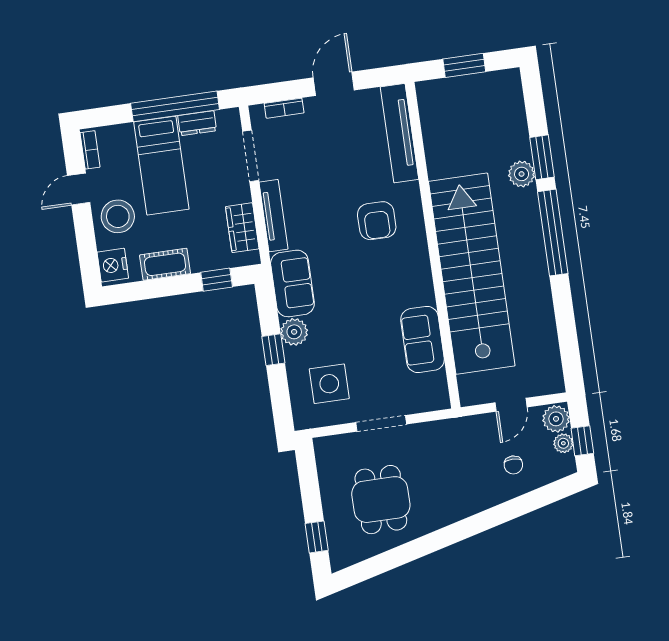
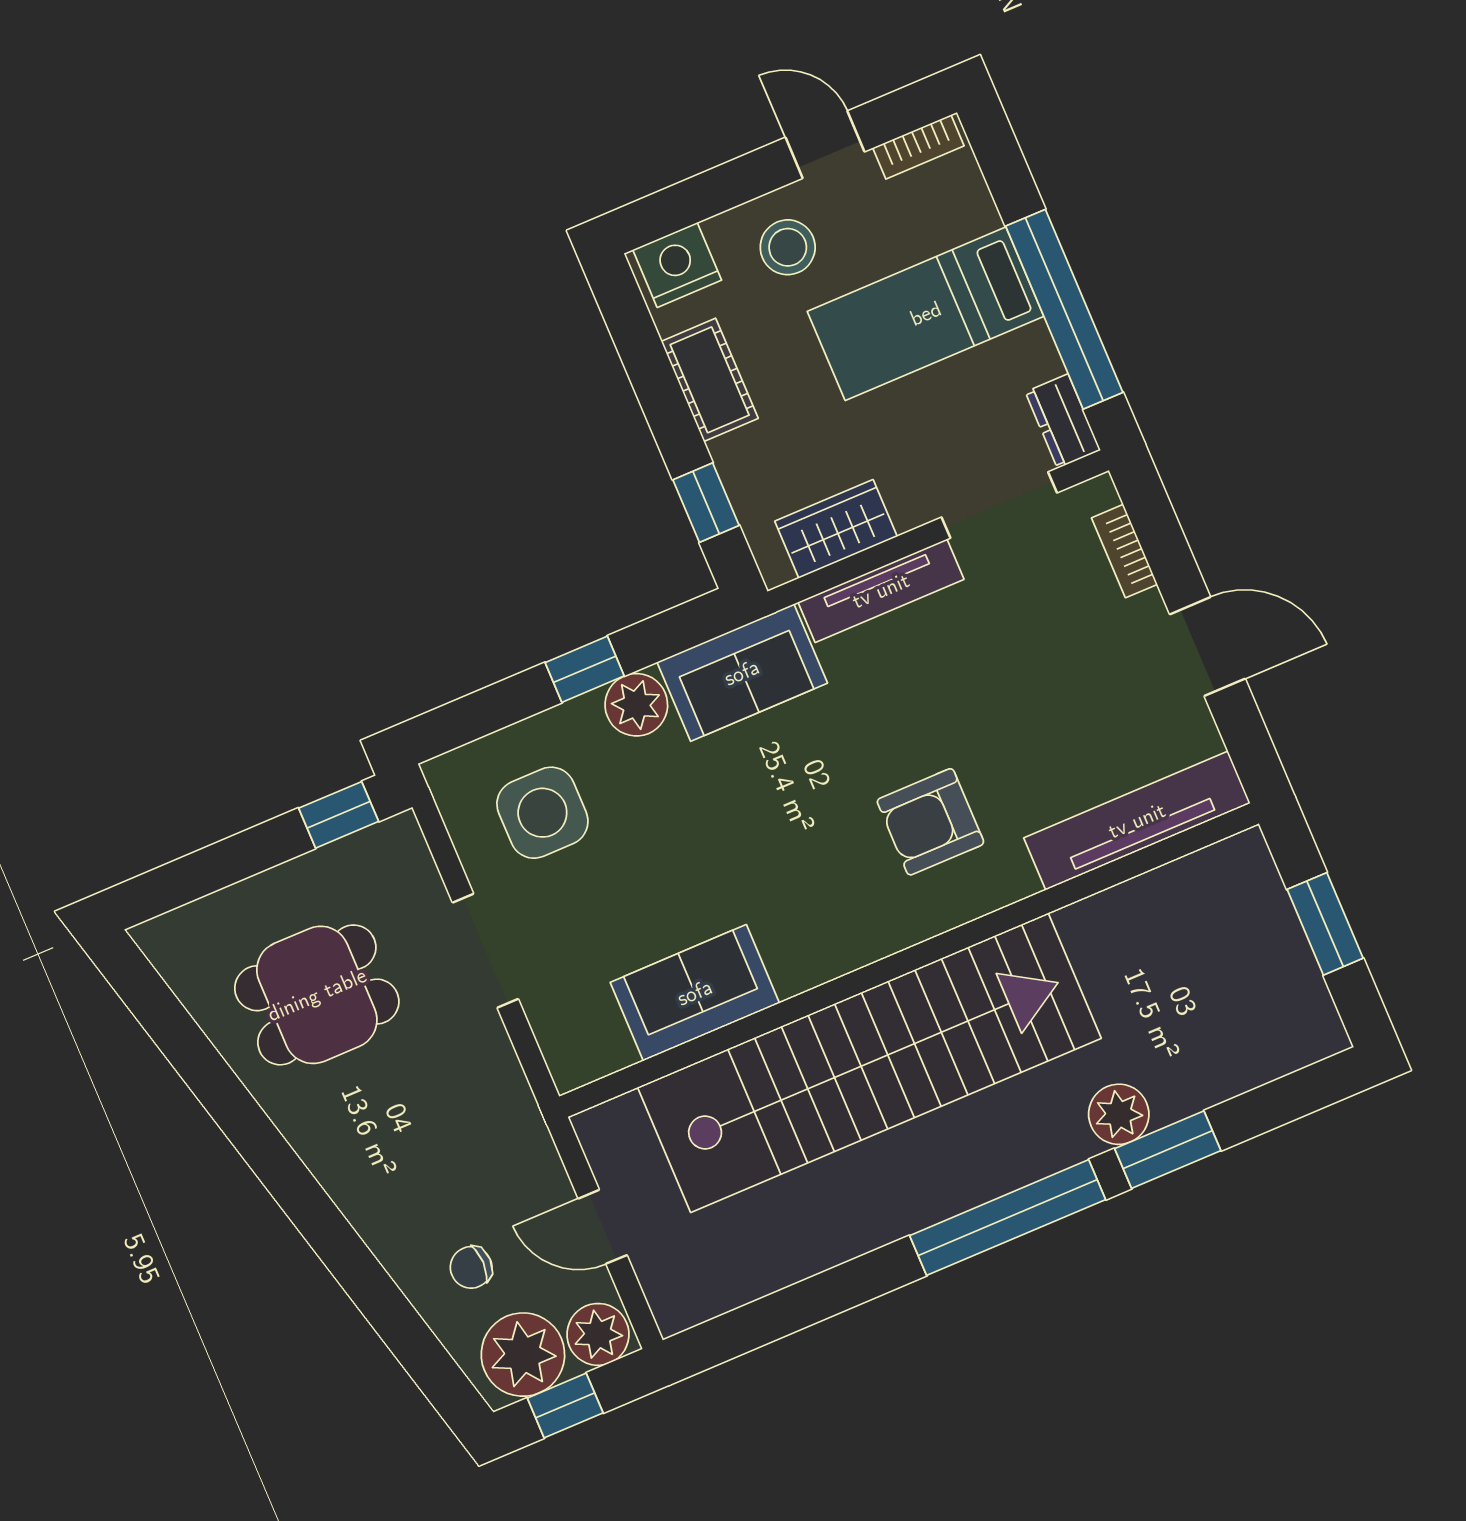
dresser: (197, 123) -> (1063, 421), moved
stool: (118, 216) -> (788, 247), width x0.73, depth x0.73
plant: (563, 443) -> (523, 1355), width x1.87, depth x1.87
window: (317, 537) -> (339, 815), moved

